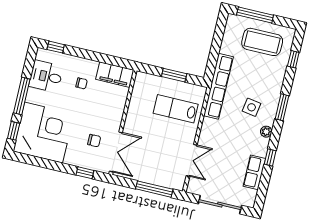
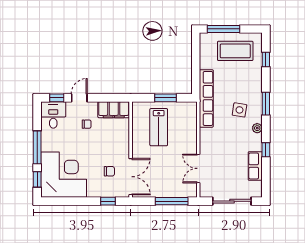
door: (80, 53) -> (79, 98), added
desk: (46, 76) -> (53, 115), moved, turned 90
lab bench: (176, 109) -> (159, 127), moved, turned -90
double door: (192, 160) -> (198, 168), swing flipped

